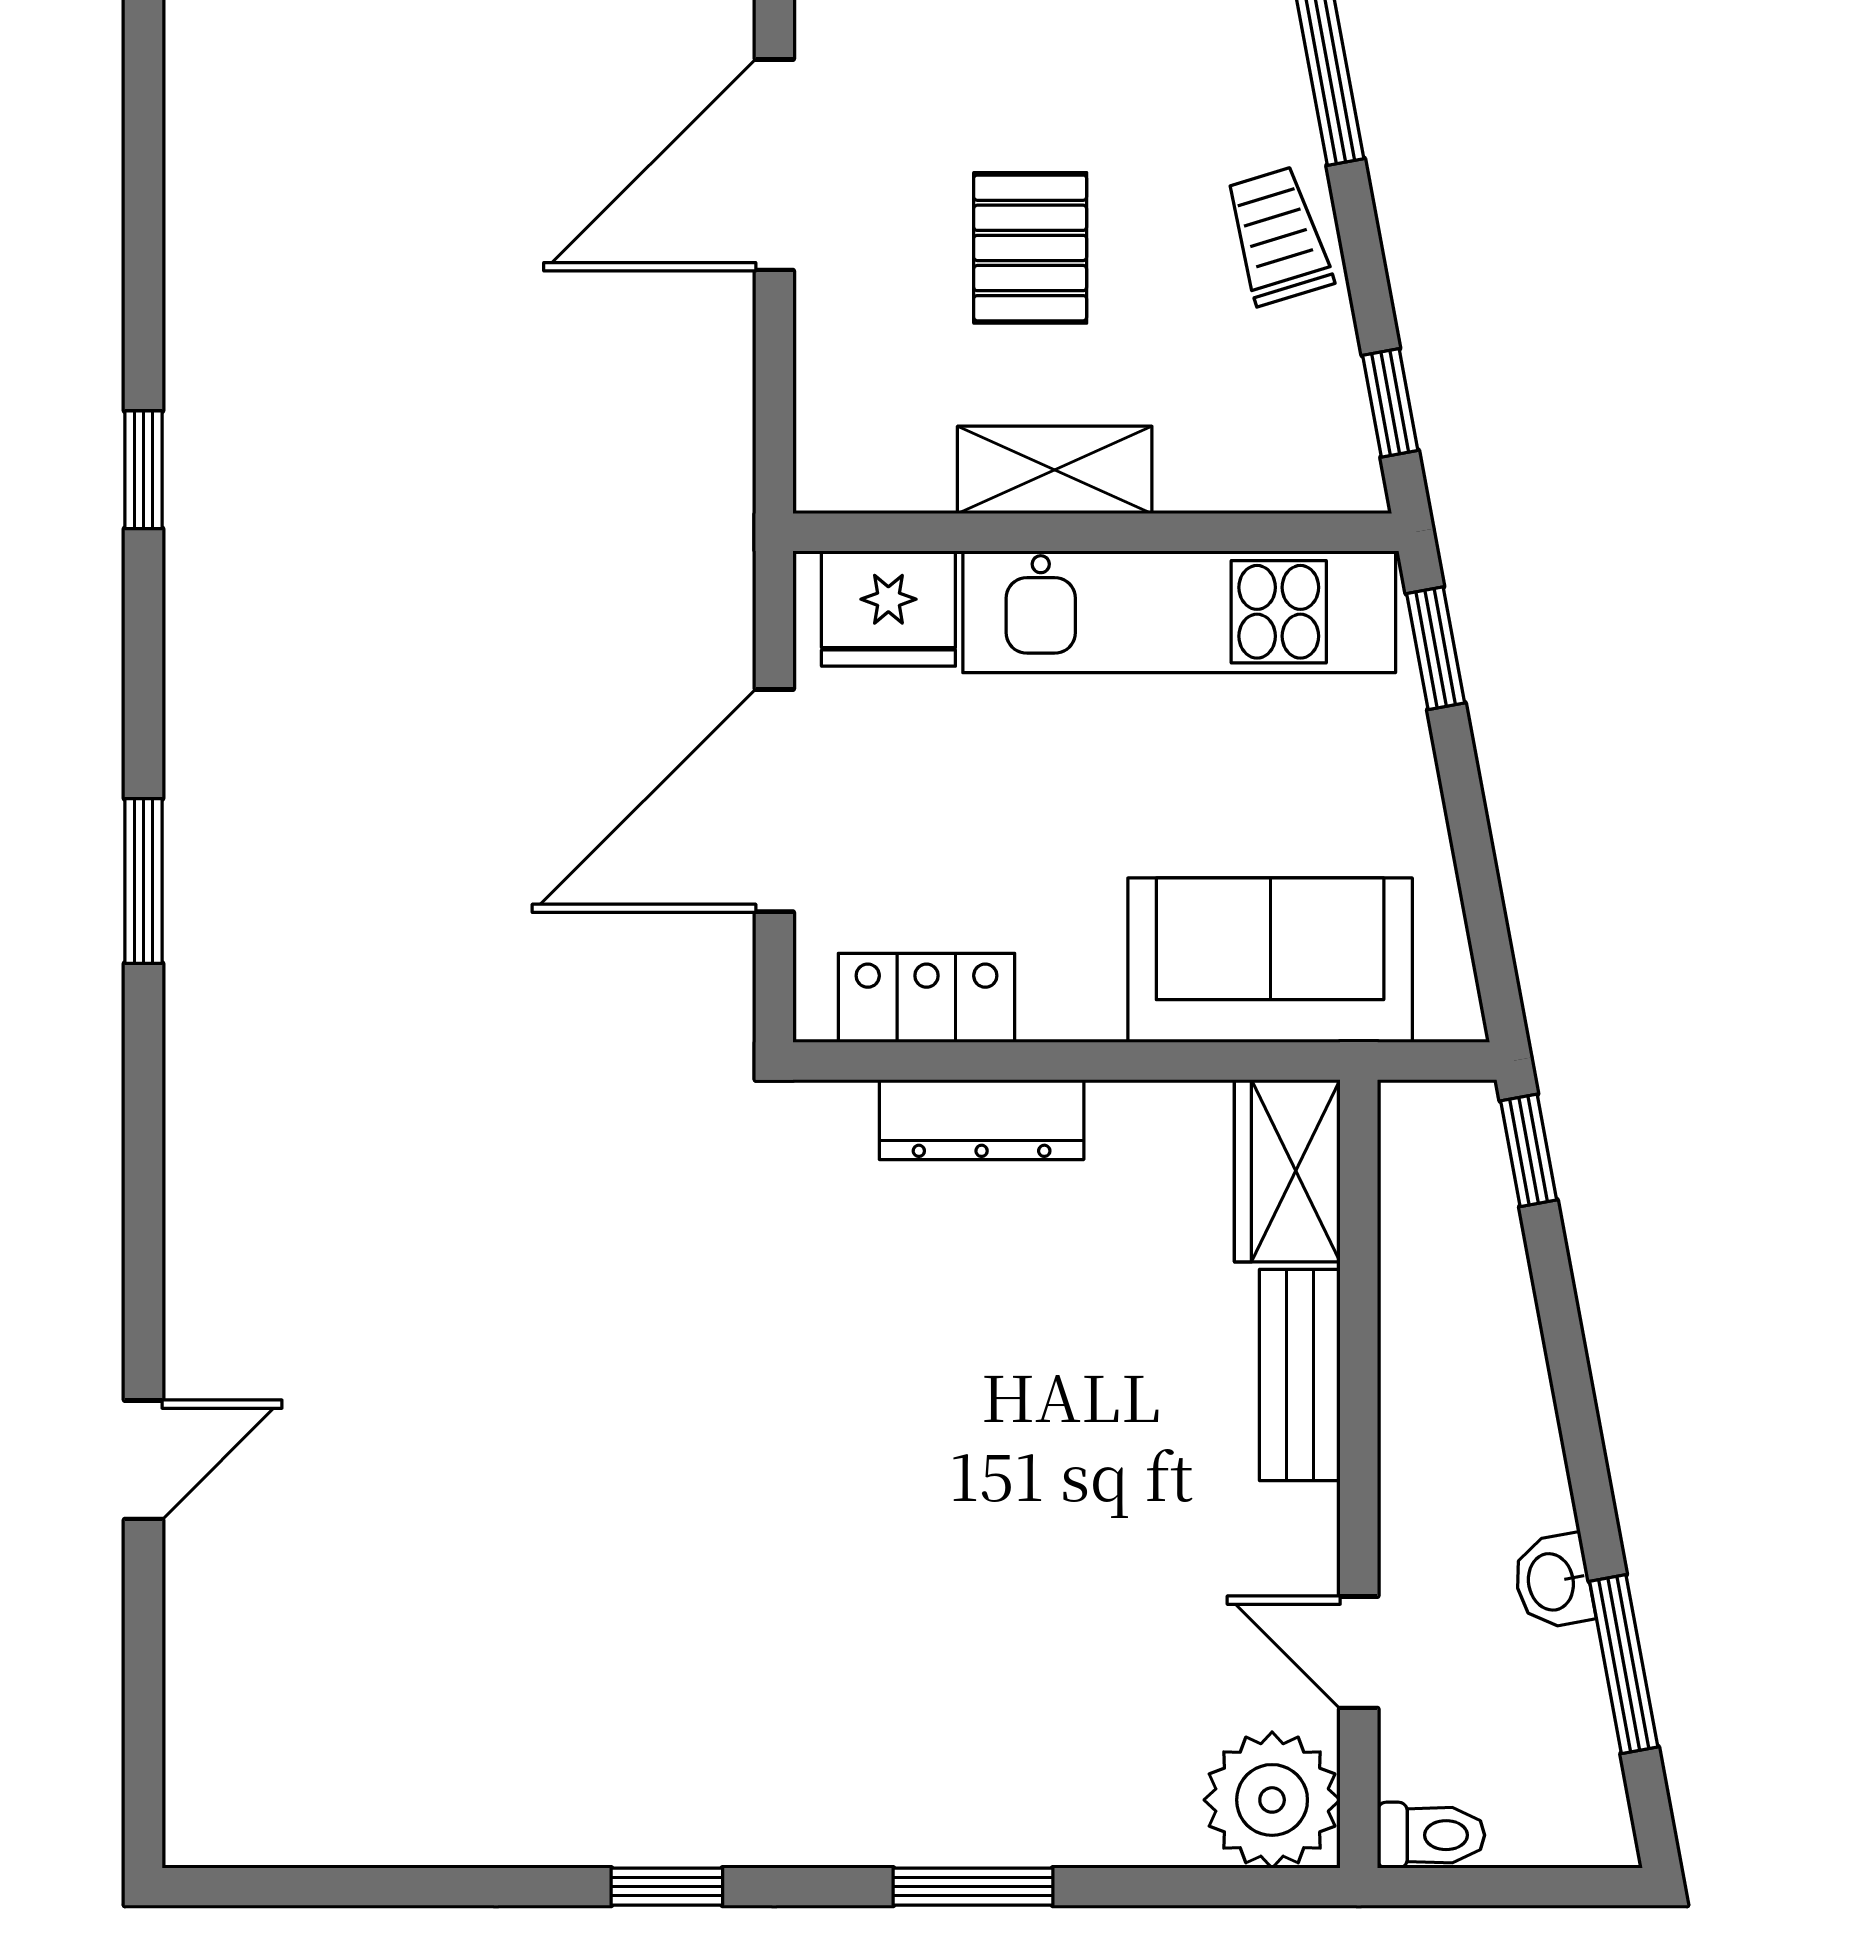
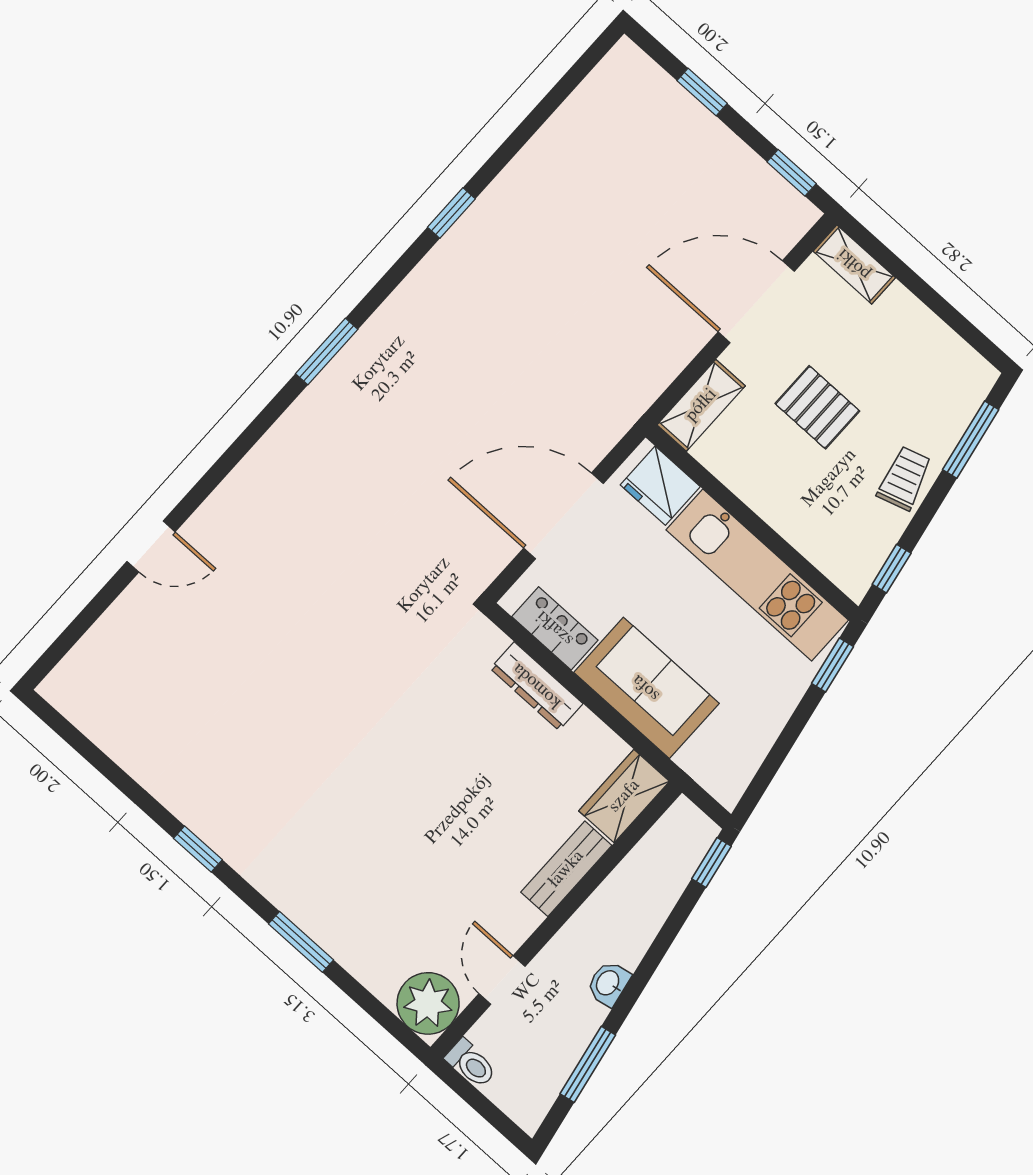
pallet: (1030, 248) -> (817, 407), turned 90
shelving: (1055, 470) -> (701, 405), moved, turned 90
sofa: (1270, 960) -> (646, 688), moved
washbasin: (1553, 1581) -> (608, 983), moved

